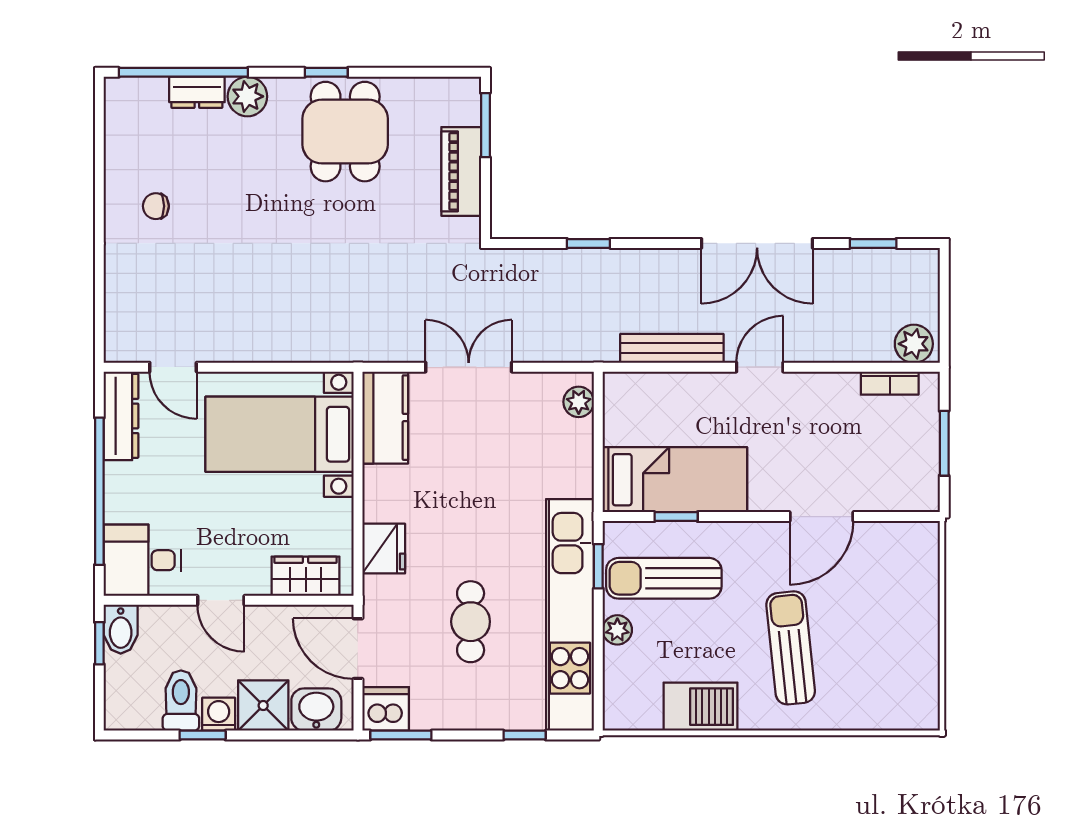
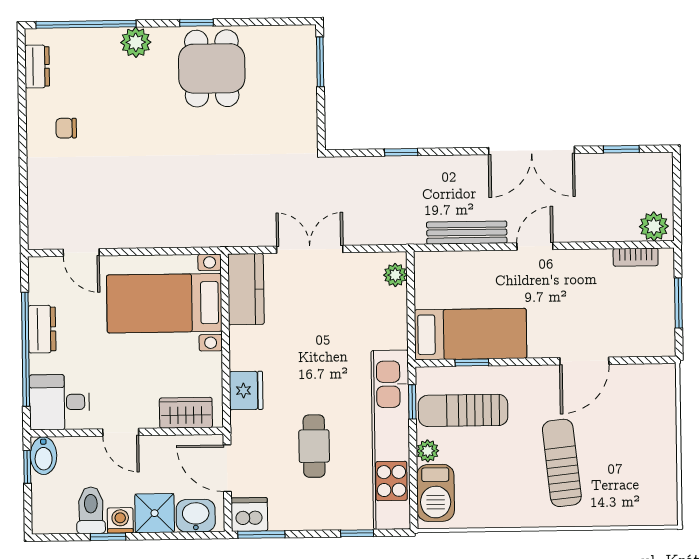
dresser: (197, 92) -> (37, 66), moved, turned -90
piano: (461, 171) -> (302, 98), removed
dresser: (121, 416) -> (42, 329), moved, width x0.70
barbecue: (701, 707) -> (435, 493), moved, turned 90

